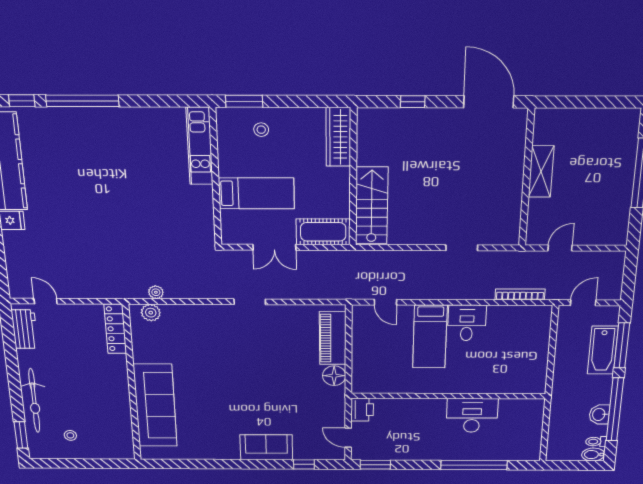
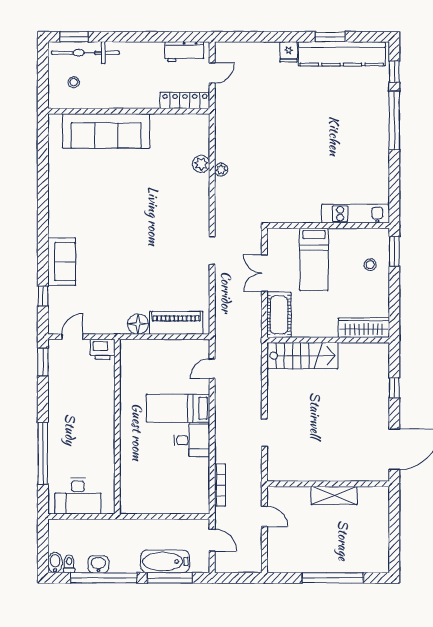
locker: (115, 329) -> (185, 101), moved
wall: (132, 384) -> (129, 111), moved
bicycle: (34, 401) -> (85, 53), moved
sofa: (155, 406) -> (106, 131), moved
desk: (472, 415) -> (78, 496), moved, turned 90

